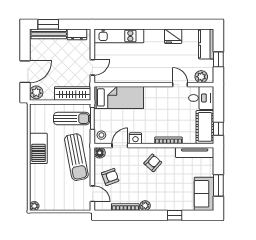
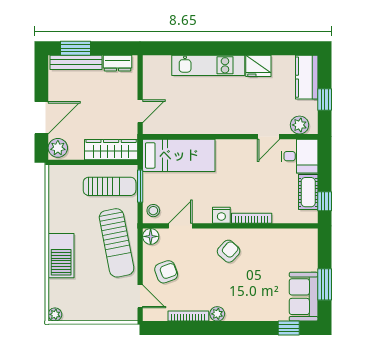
kitchen unit: (119, 36) -> (208, 65), moved
door: (180, 85) -> (269, 137), swing flipped
cot: (205, 127) -> (308, 192), width x0.73, depth x0.75
nightstand: (135, 138) -> (221, 215), moved
barbecue: (38, 148) -> (61, 256), moved
tv unit: (195, 152) -> (290, 236), removed
window: (175, 215) -> (289, 328), moved

